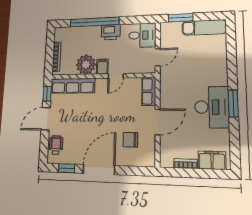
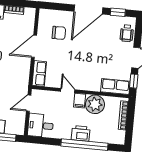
printer: (111, 32) -> (81, 133), moved
door: (116, 76) -> (68, 91), hinge flipped
row of seats: (73, 86) -> (115, 86), width x0.68

